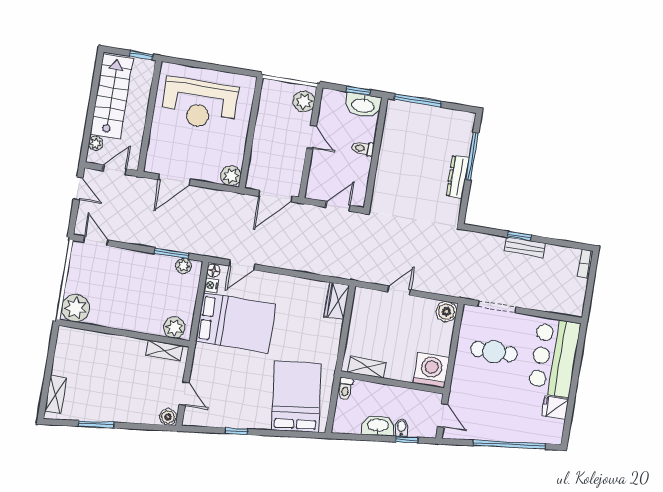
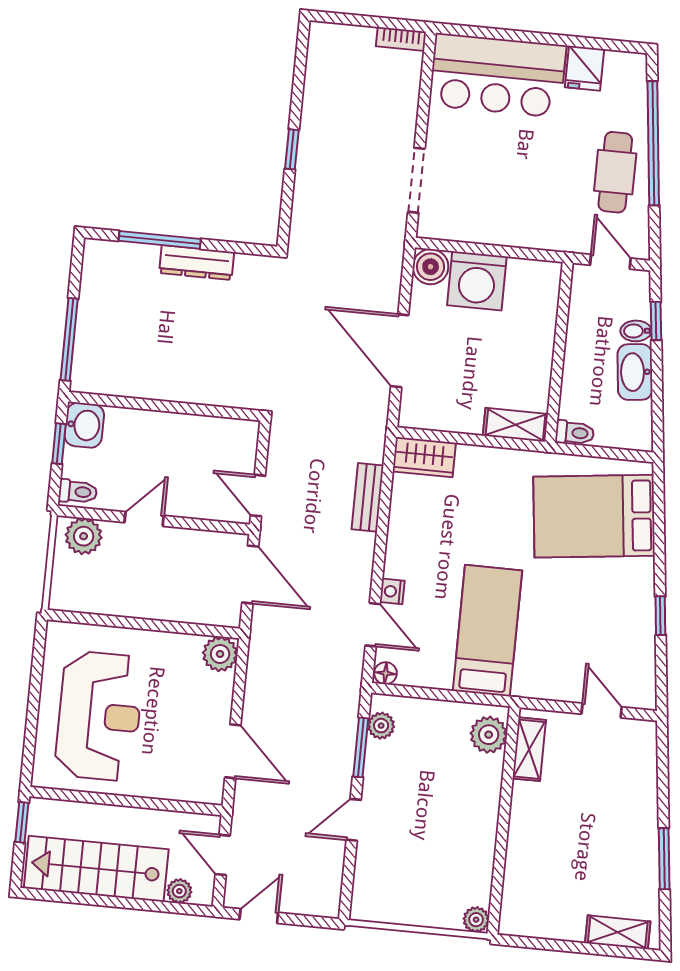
washbasin: (363, 105) -> (84, 425), width x0.72
toilet: (363, 148) -> (78, 492), moved, turned -90
door: (338, 206) -> (258, 496), moved
door: (96, 241) -> (354, 820), moved
bench: (525, 247) -> (368, 497), moved
bookcase: (585, 264) -> (401, 39), moved
nightstand: (211, 285) -> (392, 591), moved, turned 90
door: (399, 291) -> (400, 351), width x1.88
plant: (75, 308) -> (476, 920), width x0.53, depth x0.53
bed: (236, 323) -> (487, 631), width x0.67
cafe table: (494, 352) -> (615, 172), moved
shelving: (367, 367) -> (516, 425), moved, turned 90
washing machine: (431, 370) -> (477, 281), moved, turned -90
door: (184, 394) -> (602, 710), hinge flipped
door: (443, 416) -> (610, 262), hinge flipped
boiler: (168, 417) -> (643, 736), removed

